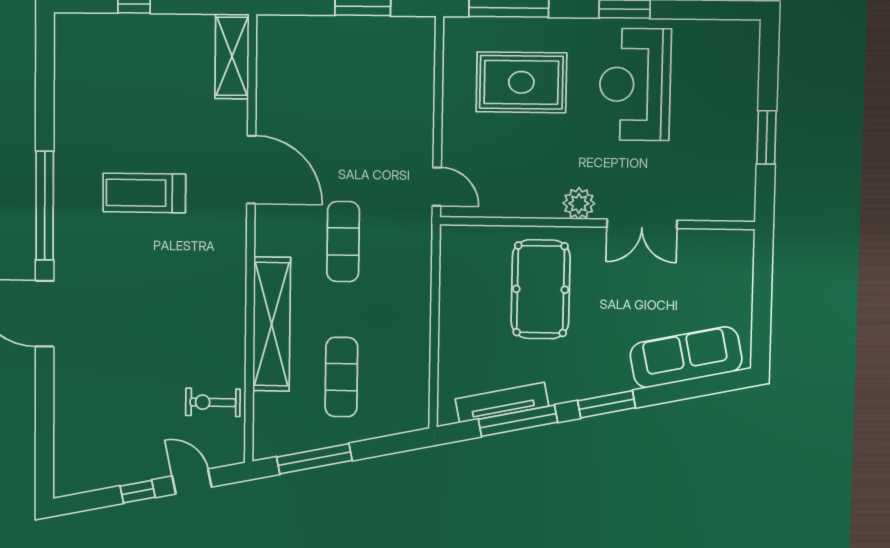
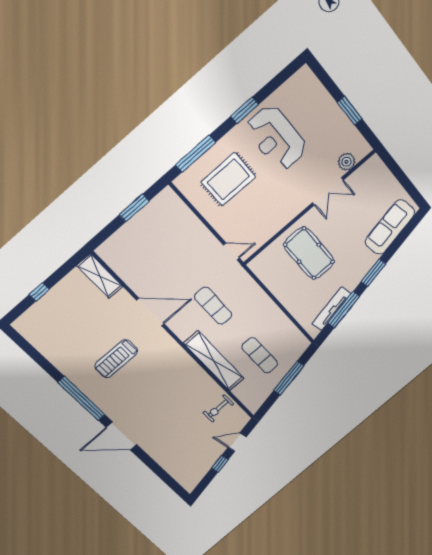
plant: (579, 203) -> (347, 162), moved
window: (314, 459) -> (289, 378), moved

